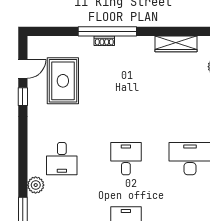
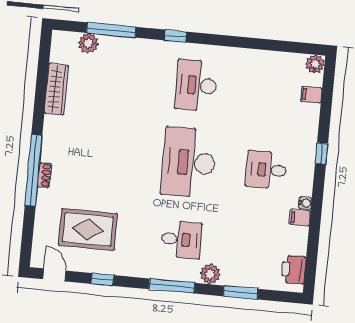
door: (23, 69) -> (54, 275), moved
window: (23, 154) -> (172, 286), added
desk: (126, 159) -> (189, 162), width x1.87, depth x1.30

